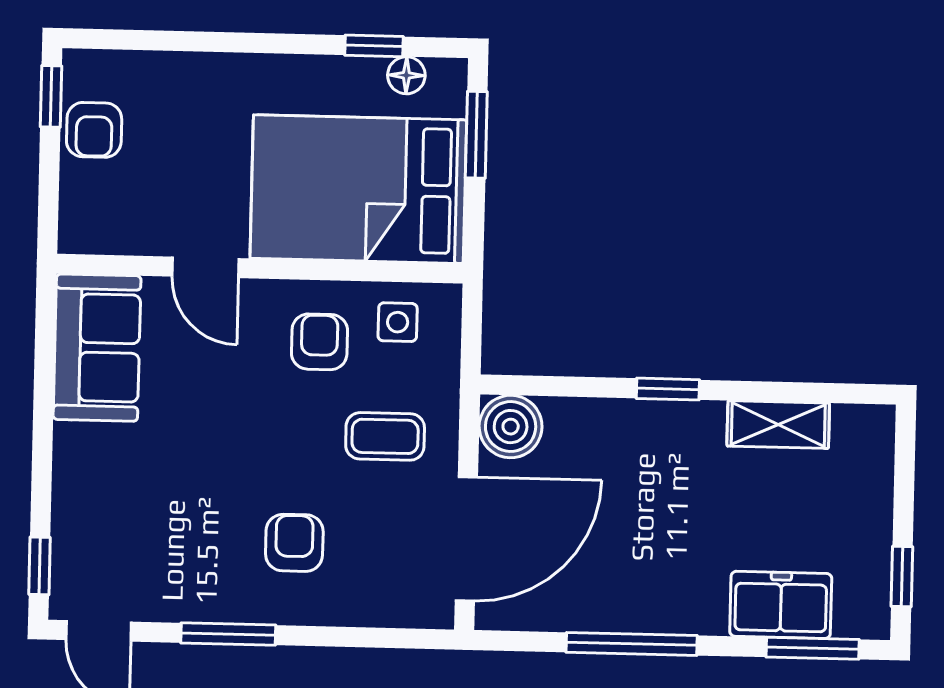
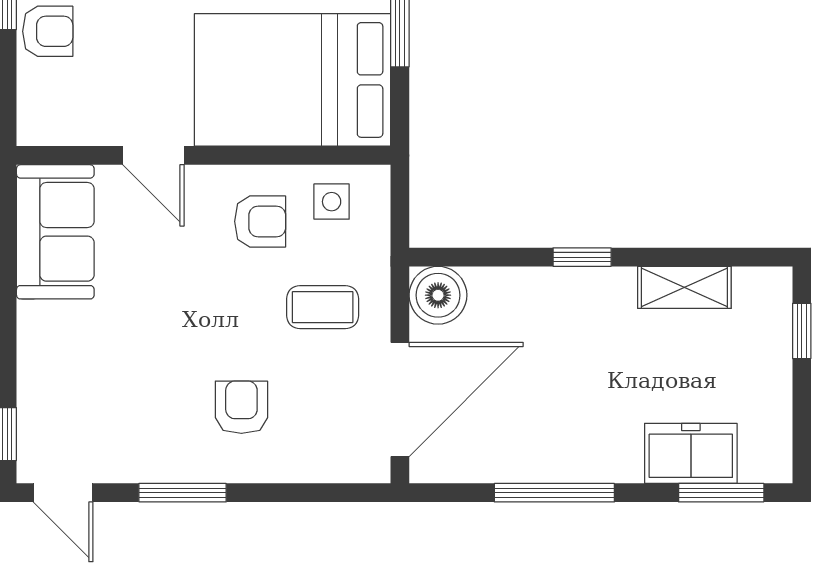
armchair: (94, 130) -> (48, 31), turned -90
armchair: (319, 342) -> (260, 221), turned 90
window: (902, 576) -> (802, 331), moved

